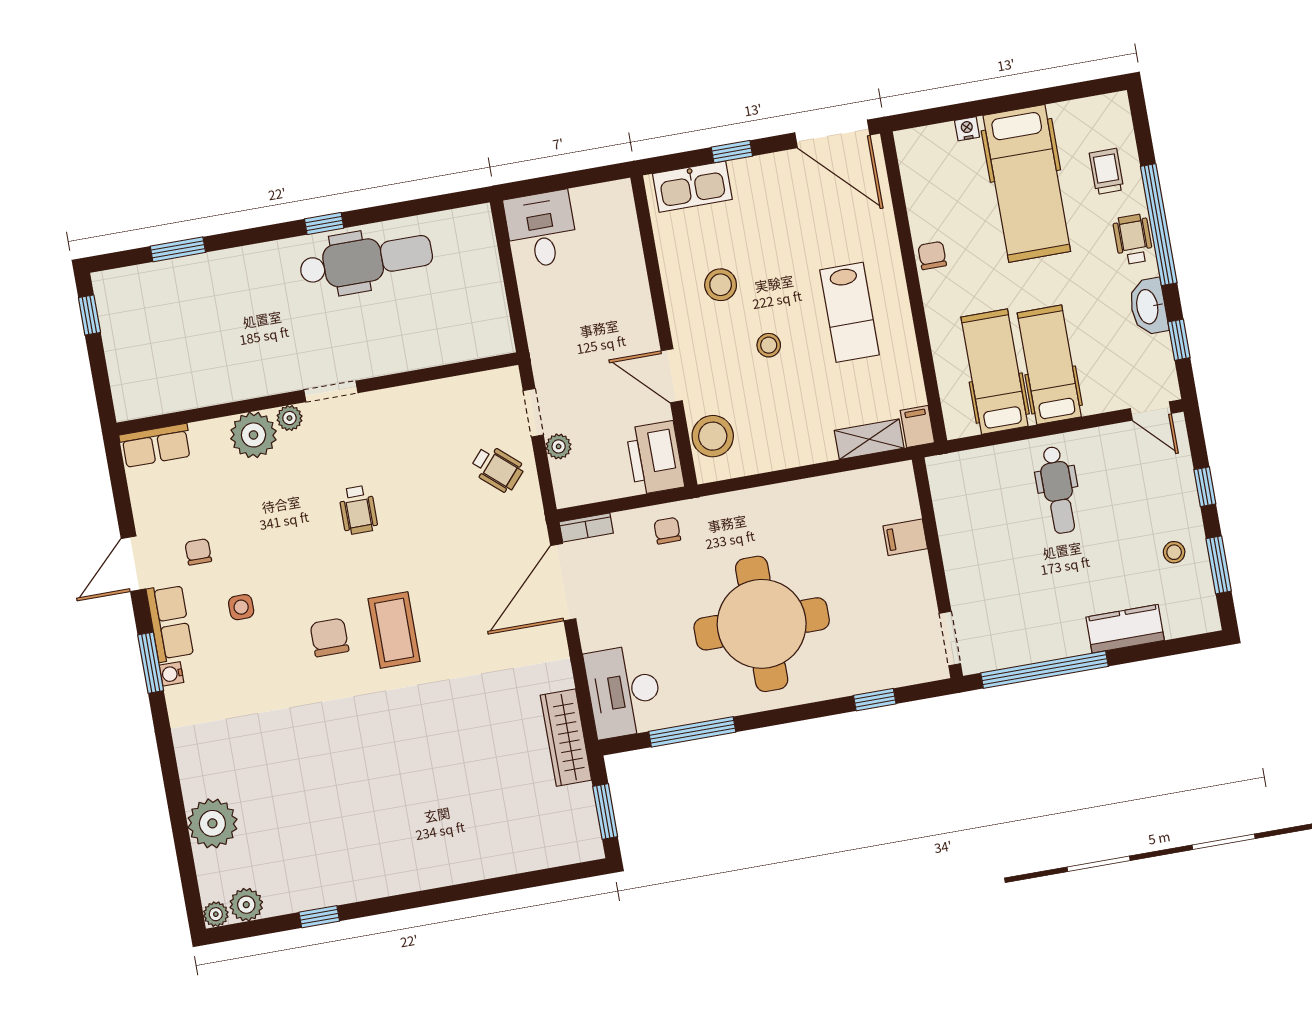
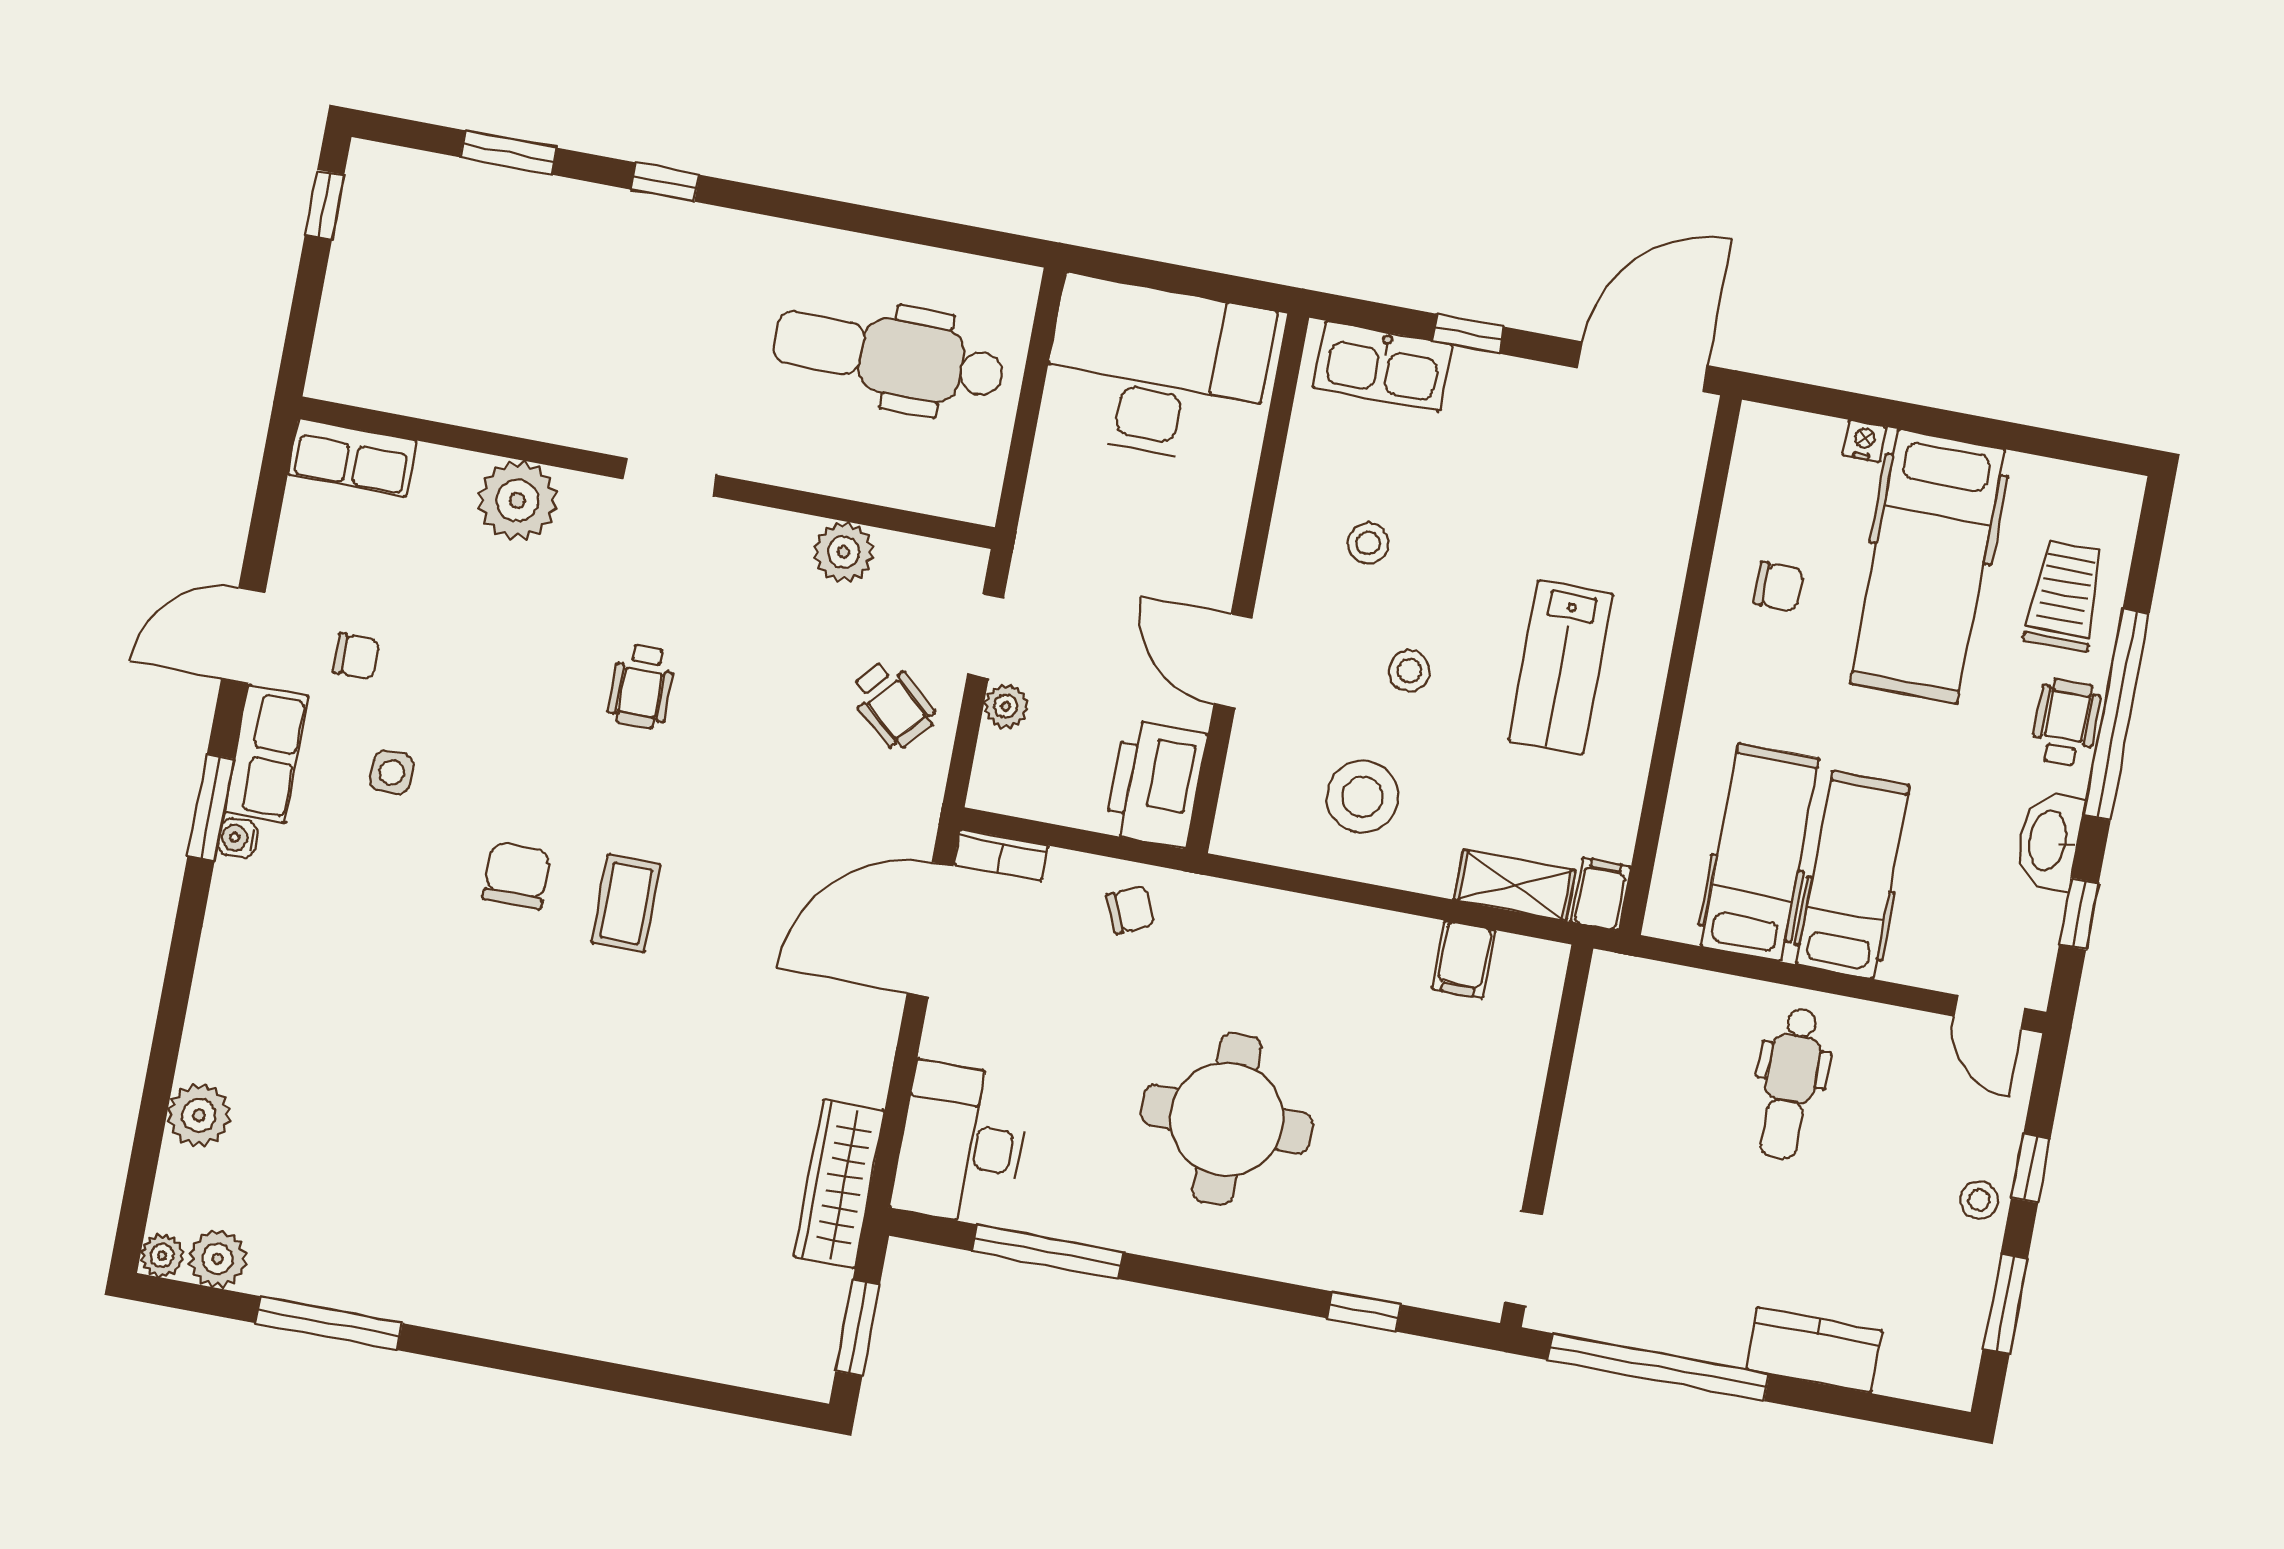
door: (832, 134) -> (1642, 367), swing flipped
trolley: (1107, 171) -> (2065, 596), width x1.36, depth x1.39
window: (324, 224) -> (665, 182), moved
desk: (541, 230) -> (1157, 371), width x1.87, depth x1.30
chair: (932, 256) -> (1778, 587), moved, turned 90
dental chair: (366, 260) -> (889, 356), moved, turned 180
stool: (721, 285) -> (1368, 543), width x0.73, depth x0.73
plant: (289, 418) -> (844, 552), moved, width x1.38, depth x1.38
stool: (713, 436) -> (1362, 797), moved
chair: (667, 531) -> (1131, 910), turned 66
filing cabinet: (905, 537) -> (1464, 959), moved, turned -90
chair: (198, 552) -> (356, 656), turned 90
stool: (1174, 552) -> (1979, 1200), moved
round table: (762, 624) -> (1227, 1119), width x0.73, depth x0.73
coffee table: (394, 630) -> (626, 903), width x0.73, depth x0.77
plant: (212, 823) -> (199, 1115), width x0.73, depth x0.73
window: (319, 917) -> (329, 1323), width x2.17

